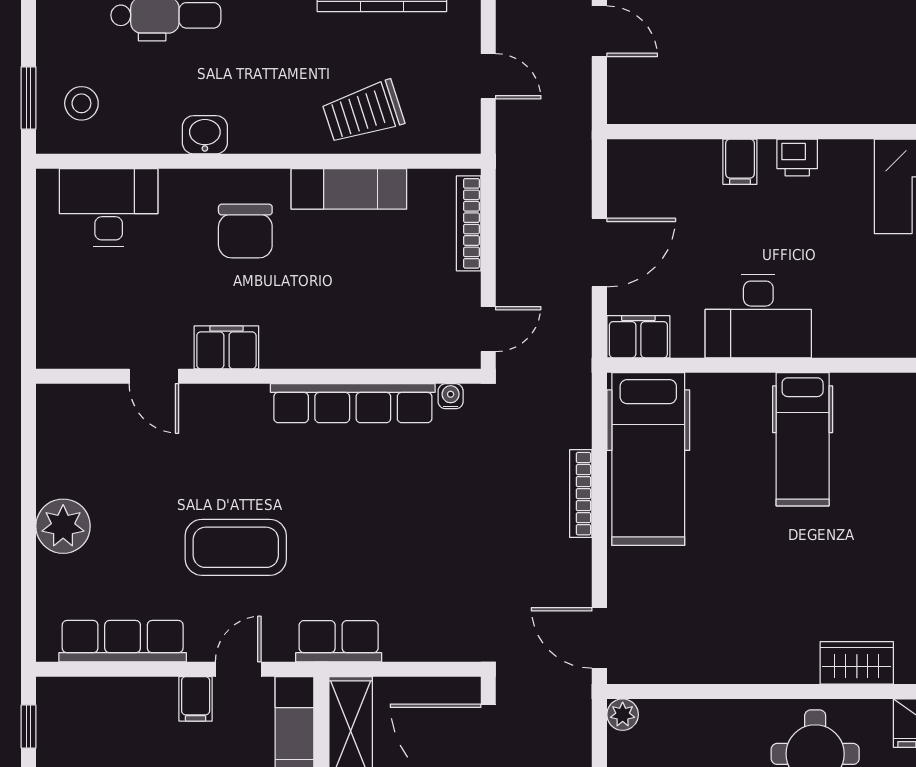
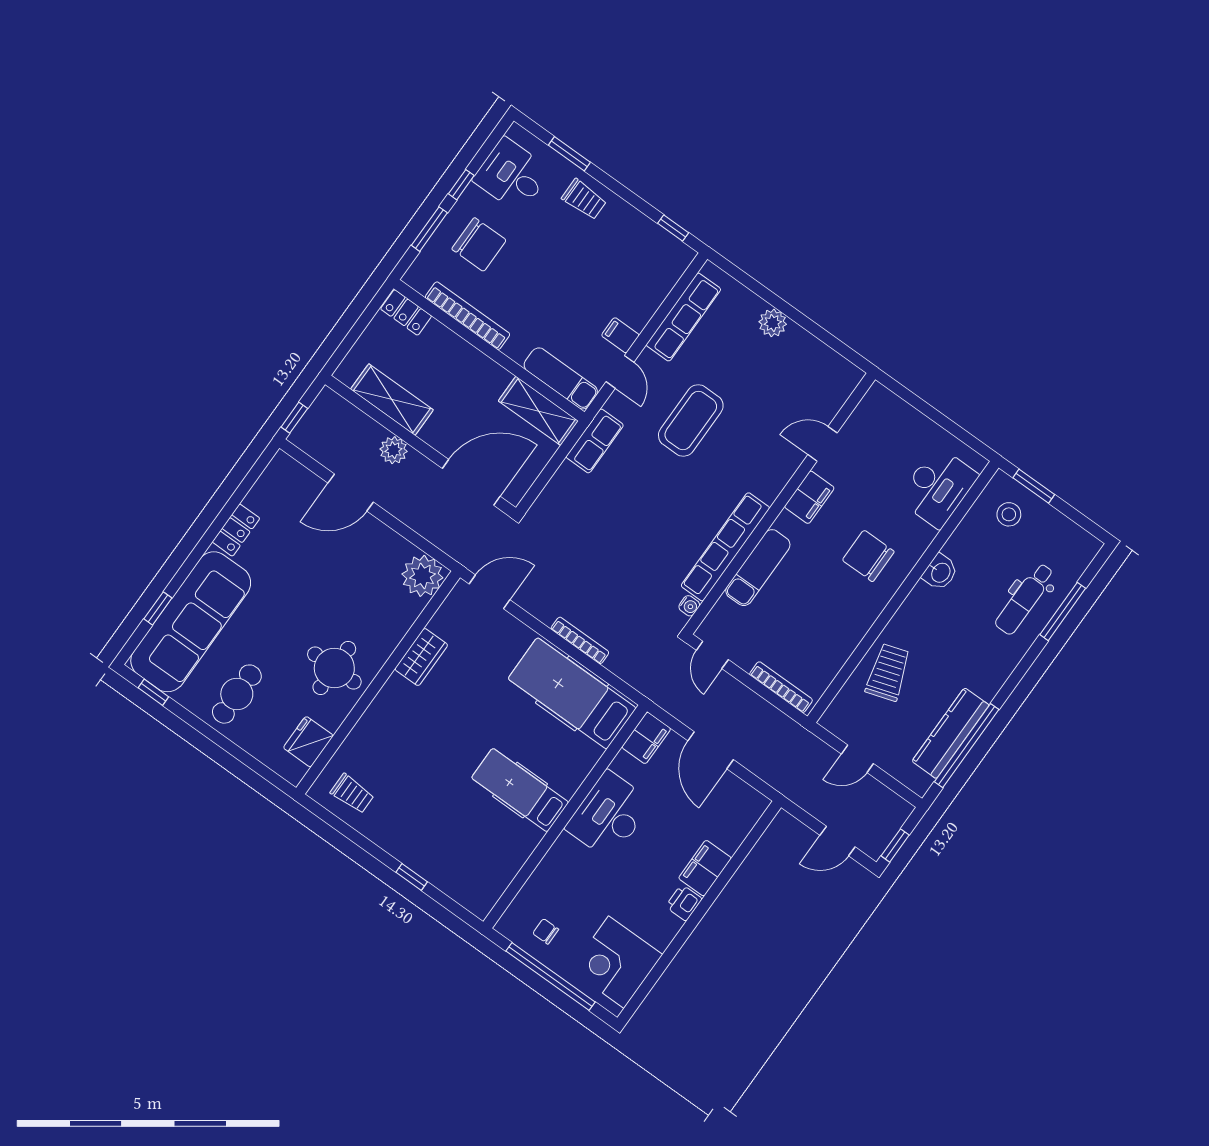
filing cabinet: (740, 162) -> (705, 868), width x2.00
exam couch: (349, 189) -> (758, 568), moved, turned 180
plant: (63, 526) -> (773, 323), width x0.73, depth x0.73
wardrobe: (857, 663) -> (421, 657), moved
plant: (623, 715) -> (422, 576), width x1.88, depth x1.88

